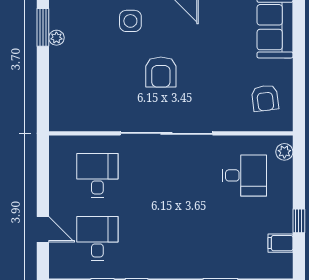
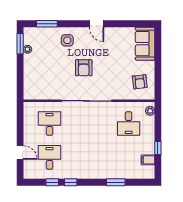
desk: (244, 175) -> (129, 123), turned 90

